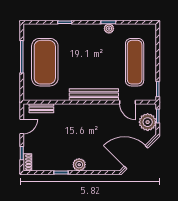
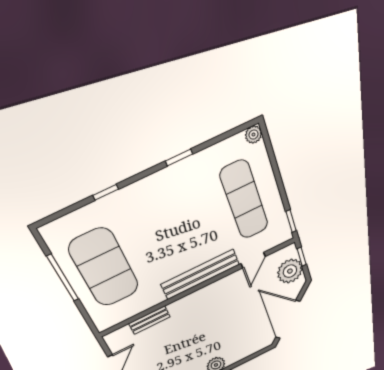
plant: (109, 29) -> (254, 135), moved
door: (127, 102) -> (253, 260), hinge flipped
bench: (41, 108) -> (150, 320), moved
door: (136, 157) -> (288, 319), hinge flipped

